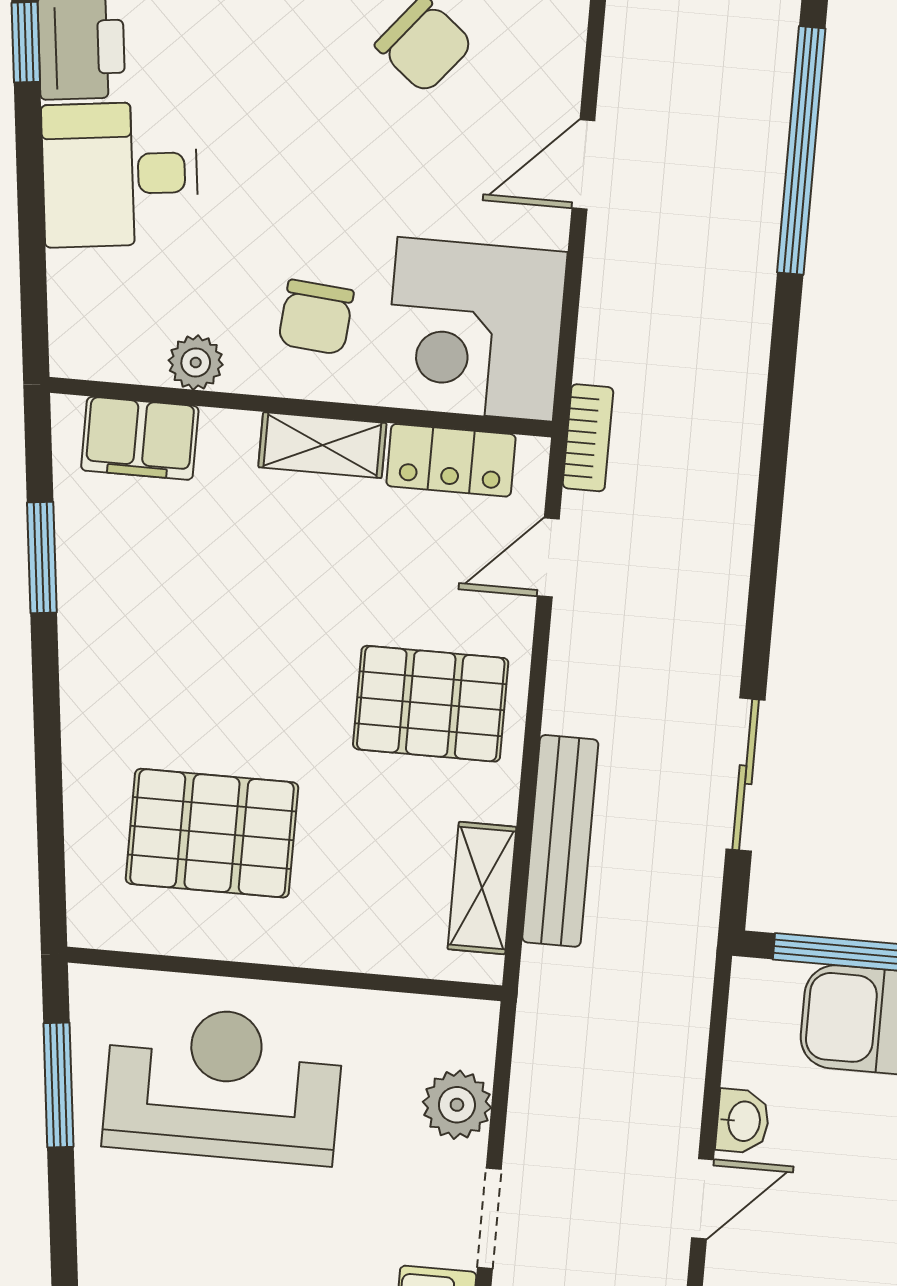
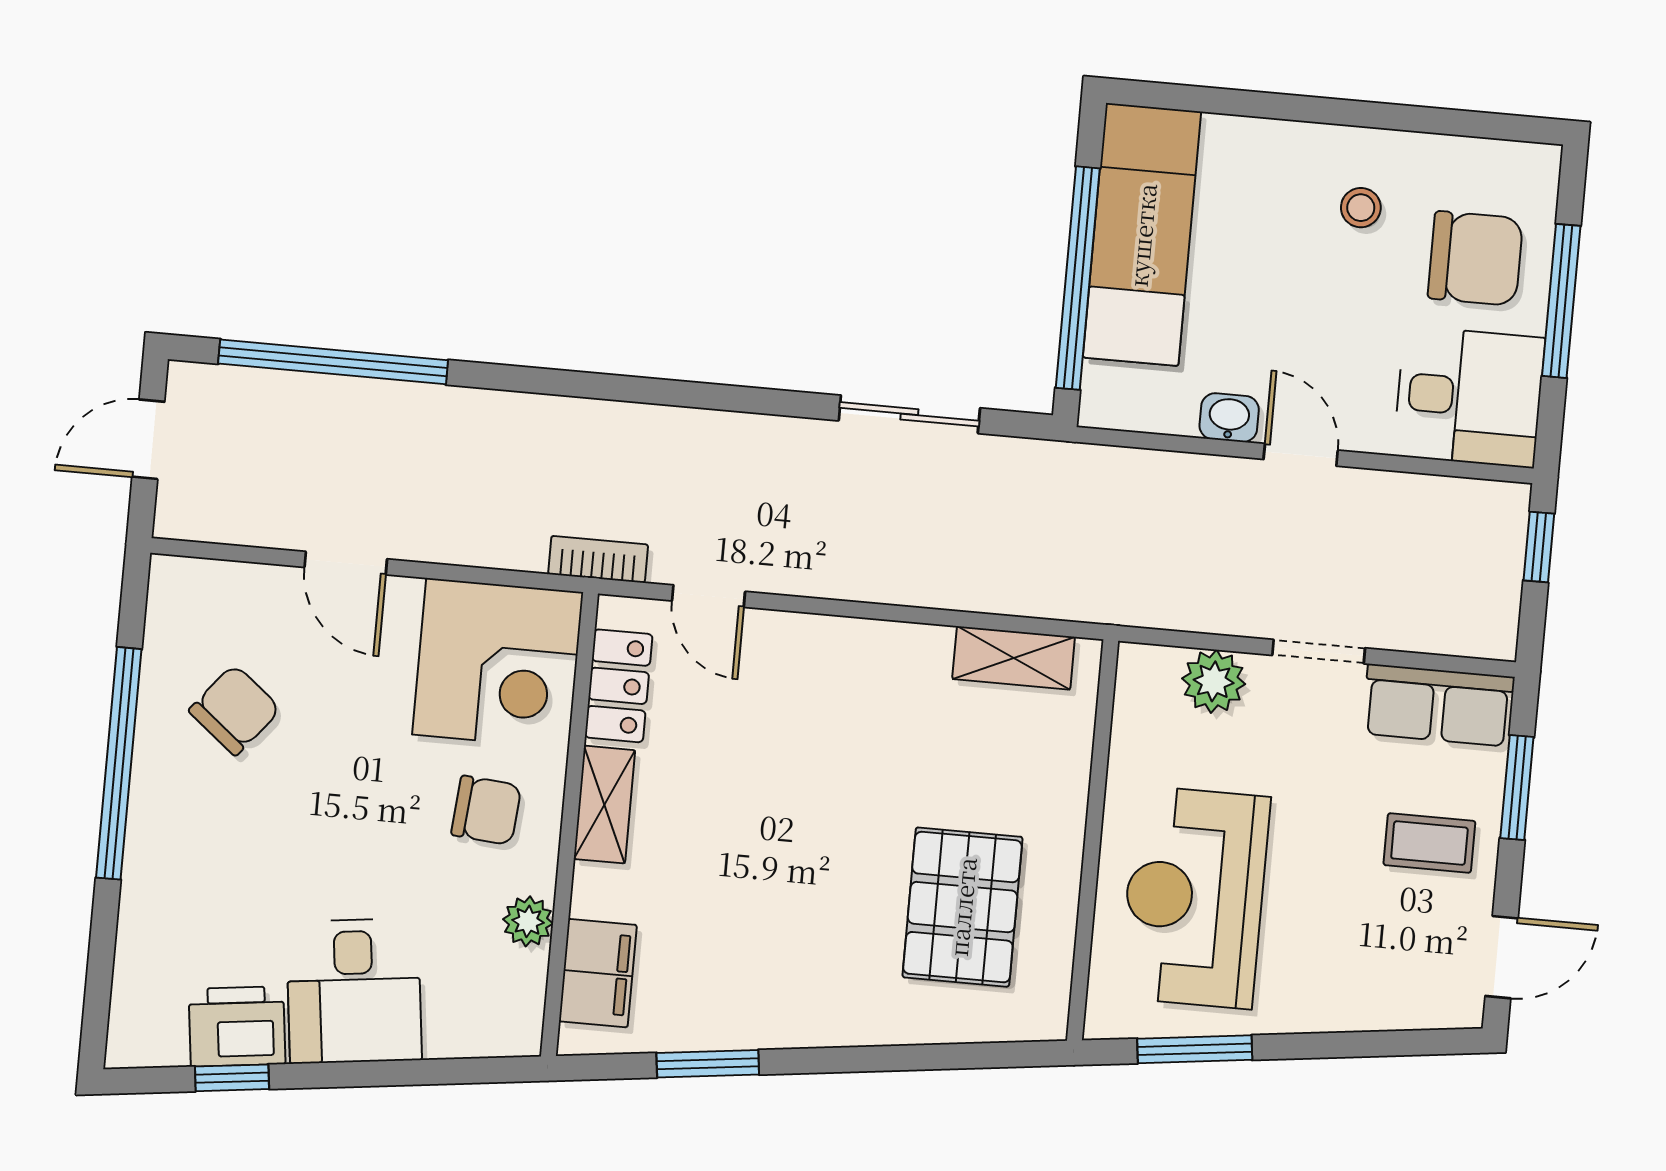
pallet: (431, 704) -> (843, 705), removed
bench: (560, 841) -> (970, 586), removed

